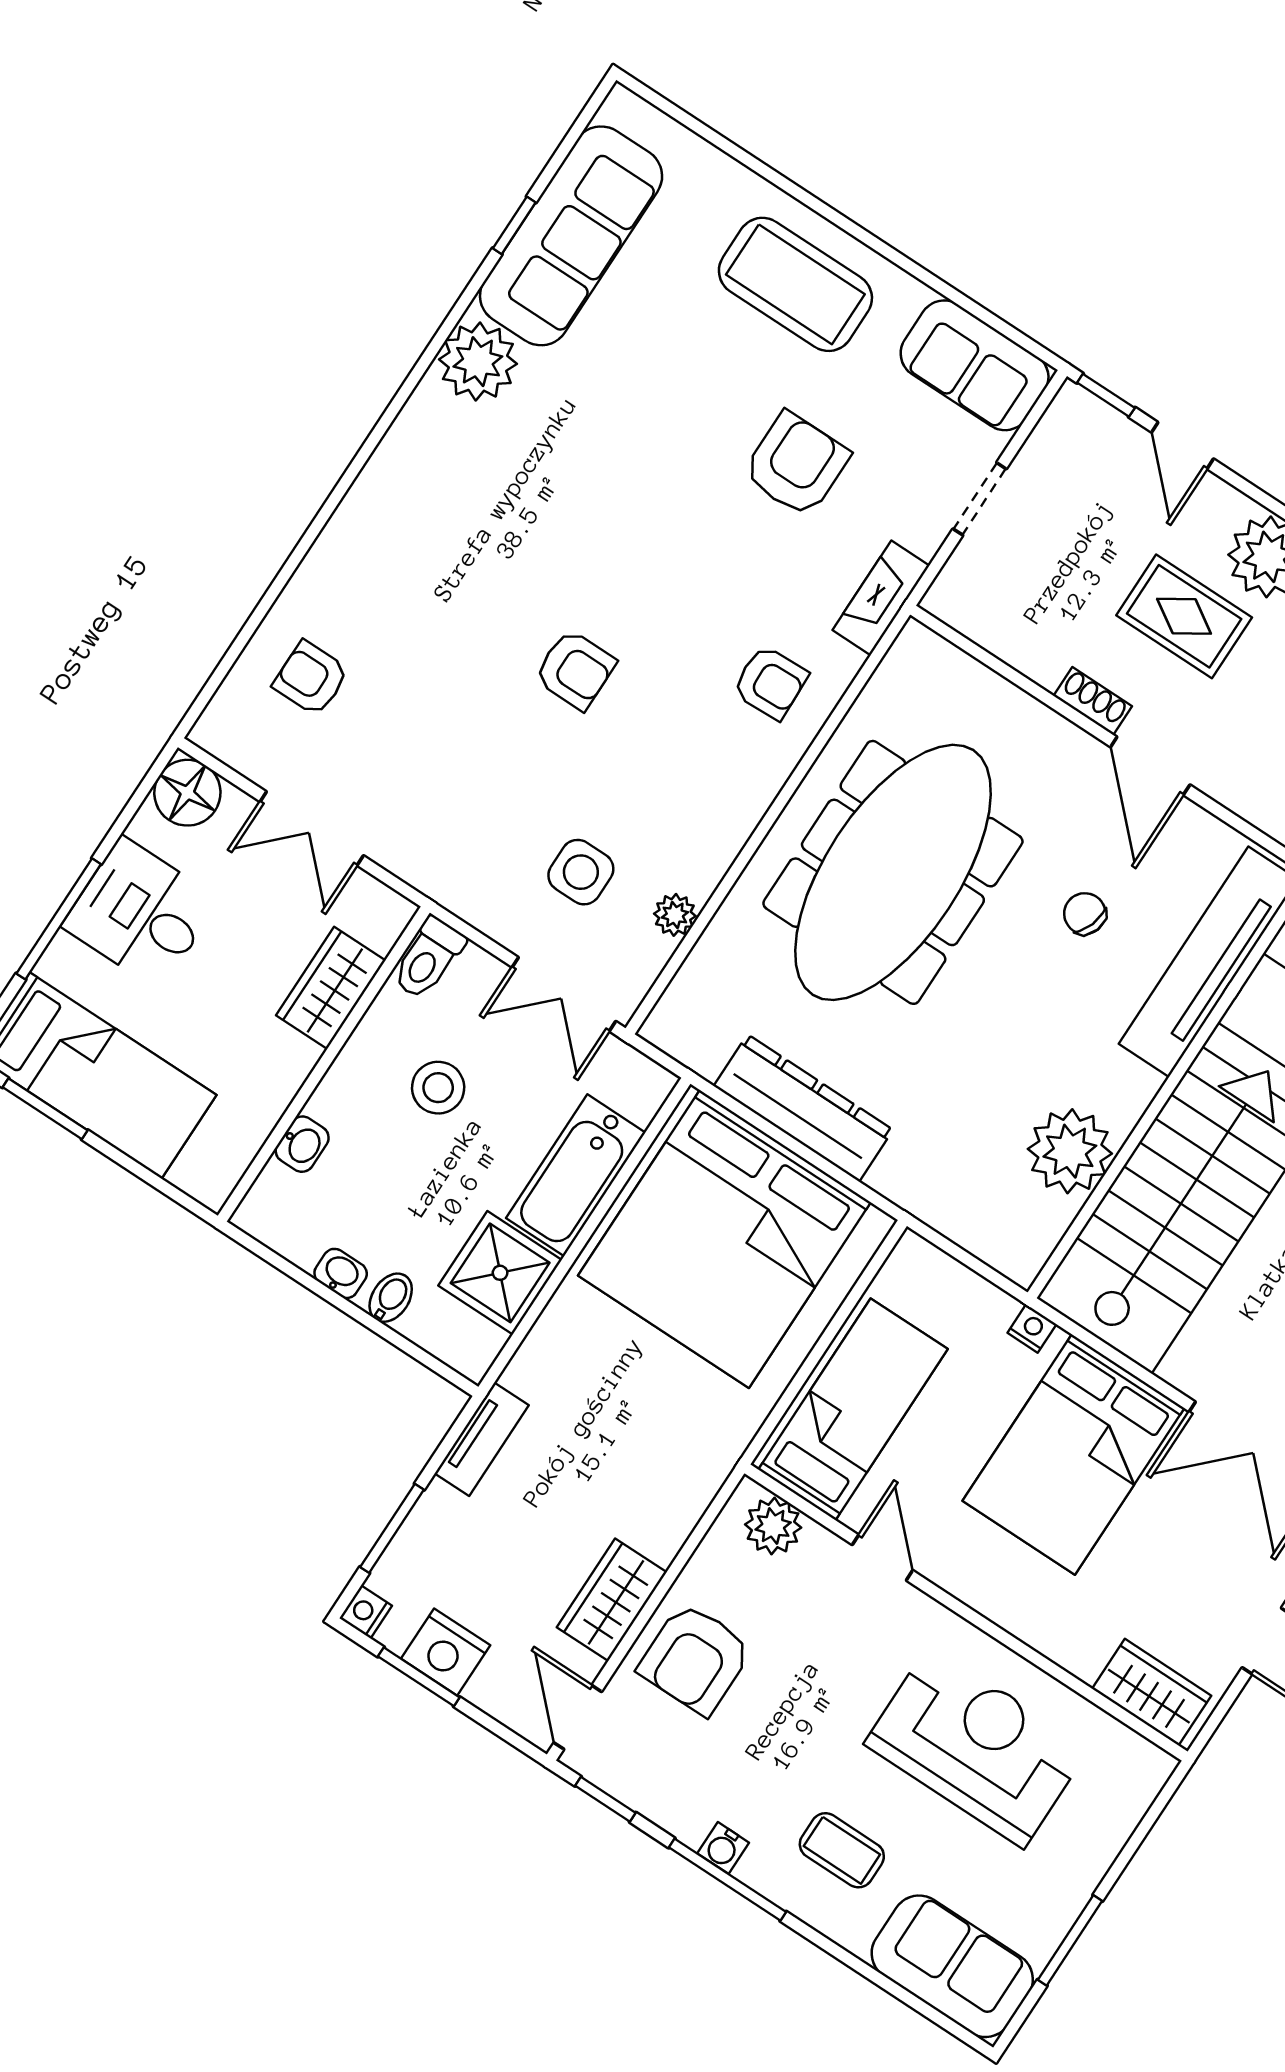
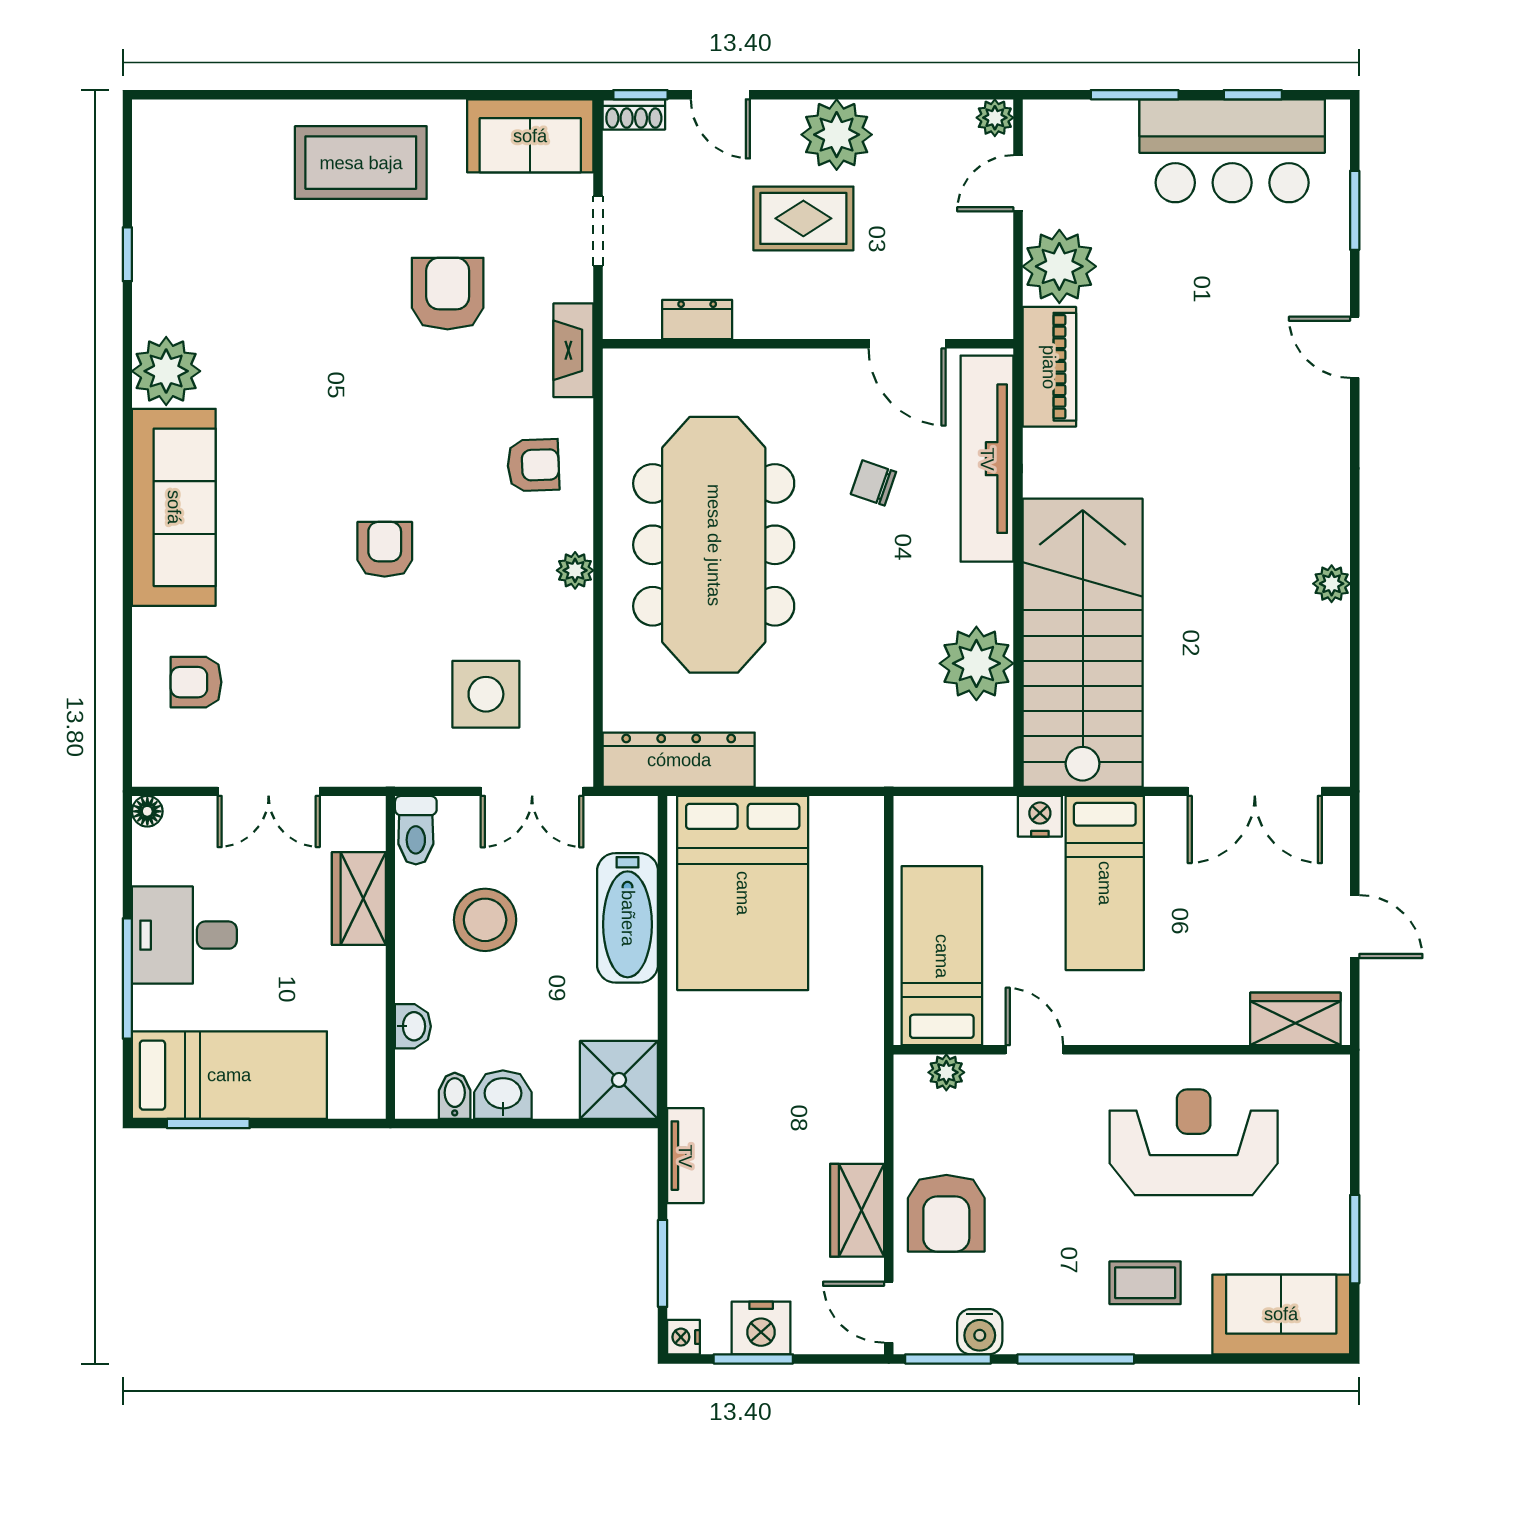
sofa: (571, 236) -> (174, 507), moved
dresser: (1019, 646) -> (697, 320), added
armchair: (575, 670) -> (385, 549), turned -90
shoe rack: (1093, 701) -> (634, 114), moved, turned 180
door: (1150, 766) -> (907, 344), moved
floor lamp: (187, 793) -> (147, 811), width x0.53, depth x0.53
side table: (581, 872) -> (486, 694), width x1.37, depth x1.37
plant: (675, 915) -> (575, 570), moved
stool: (438, 1088) -> (485, 920), width x1.38, depth x1.38
dresser: (803, 1108) -> (679, 760), moved
bed: (724, 1239) -> (743, 893), width x0.73
washbasin: (341, 1273) -> (503, 1095), width x1.38, depth x1.45
shower: (500, 1273) -> (619, 1080), moved
bidet: (391, 1298) -> (455, 1096), moved
nightstand: (1032, 1329) -> (1040, 816), width x1.39, depth x1.35
bed: (1073, 1455) -> (1105, 883), width x0.67
plant: (773, 1526) -> (946, 1072), width x0.73, depth x0.73
window: (605, 1799) -> (948, 1359), width x1.50
water cooler: (723, 1848) -> (980, 1332), moved, width x1.38, depth x1.38

